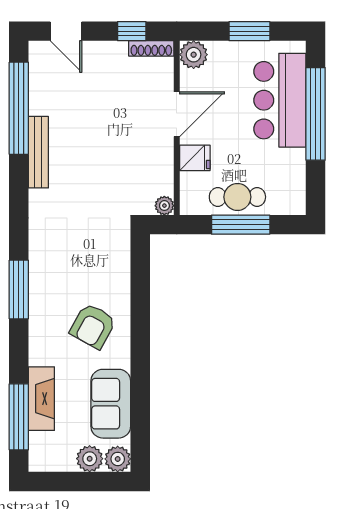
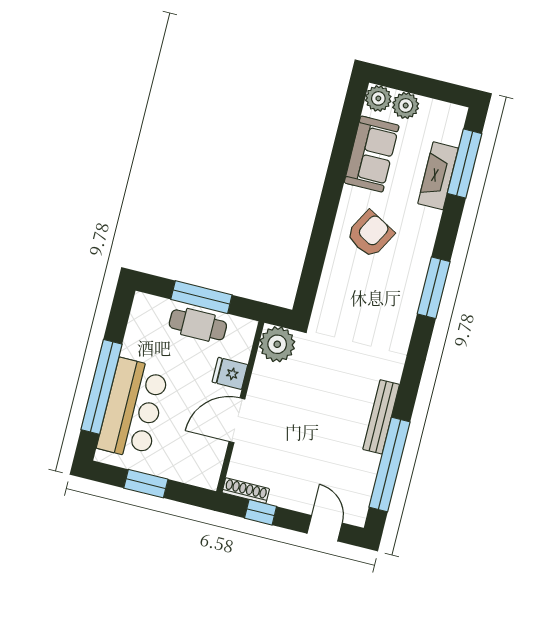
plant: (194, 55) -> (206, 474), removed
plant: (164, 206) -> (277, 344), width x1.87, depth x1.87

